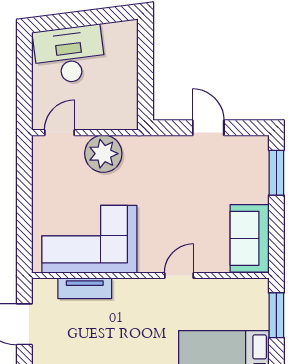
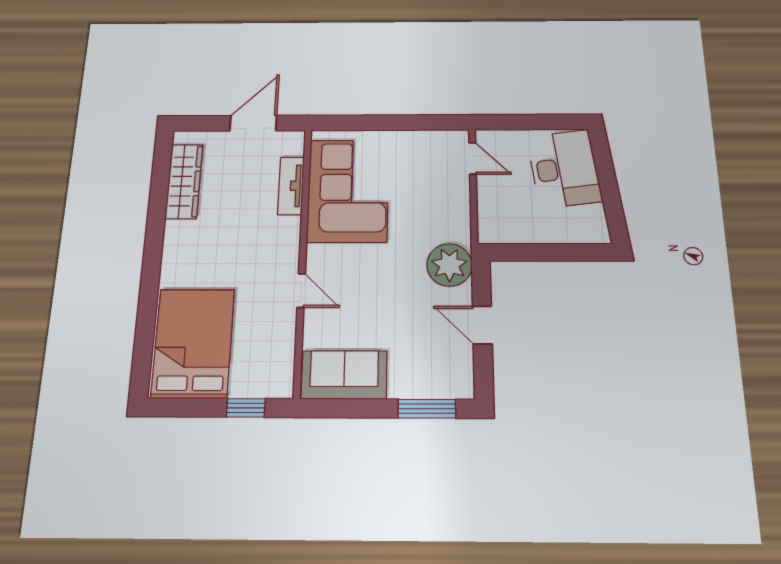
door: (208, 128) -> (482, 325), swing flipped
plant: (103, 154) -> (449, 265), moved
window: (276, 315) -> (246, 408), width x0.67

